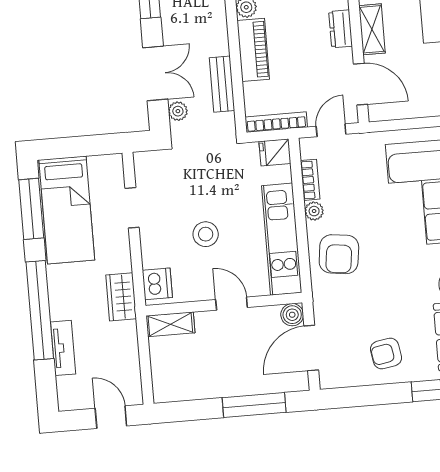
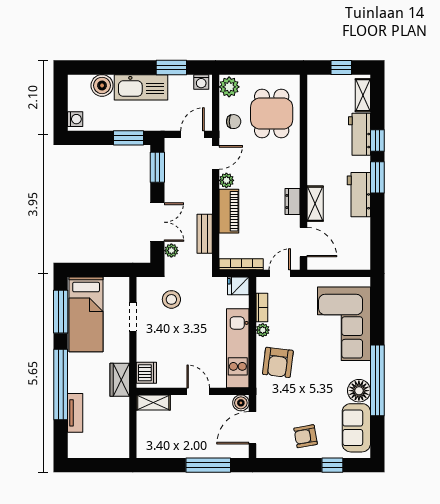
stool: (206, 234) -> (171, 299), moved
door: (111, 417) -> (105, 465), removed

